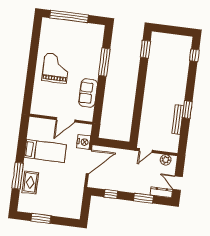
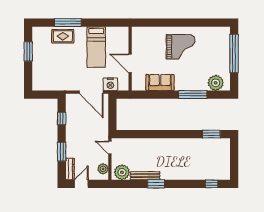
plant: (96, 38) -> (216, 83), added
plant: (171, 142) -> (122, 172), added

